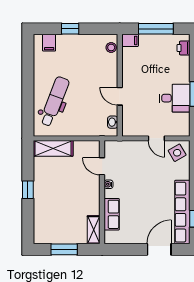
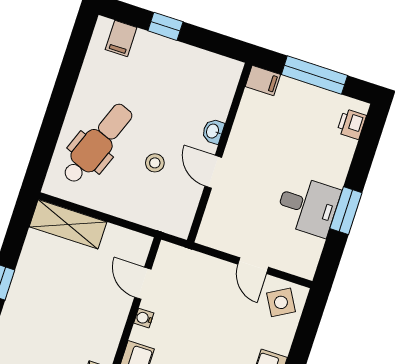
stool: (111, 47) -> (155, 163), moved
washbasin: (113, 122) -> (213, 131), moved

